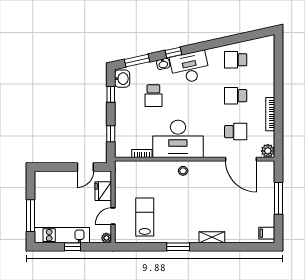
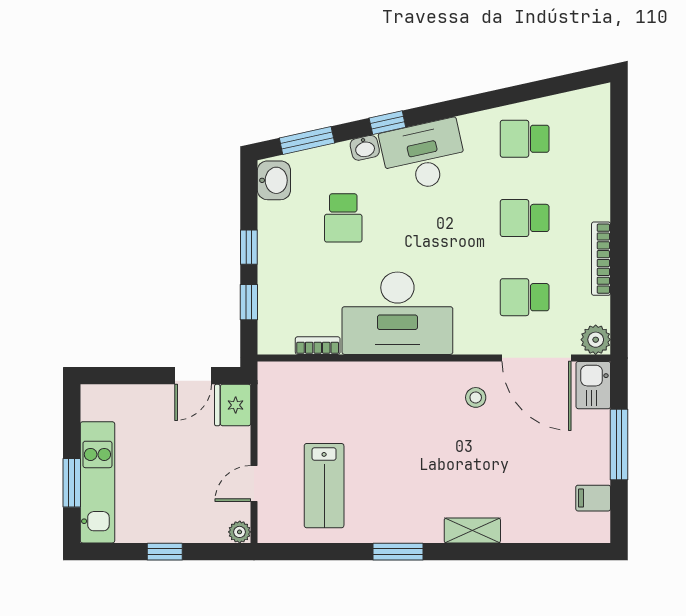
window: (111, 94) -> (249, 247), moved
school desk: (236, 132) -> (525, 297), turned 180
stool: (183, 171) -> (476, 397), moved
kitchen sink: (267, 171) -> (593, 385), added
fridge: (103, 191) -> (233, 405), moved
window: (30, 216) -> (72, 483), width x0.69
lab bench: (145, 217) -> (324, 486), turned 180
filing cabinet: (267, 233) -> (593, 498), moved
kitchen unit: (62, 235) -> (97, 482), moved, turned 90

